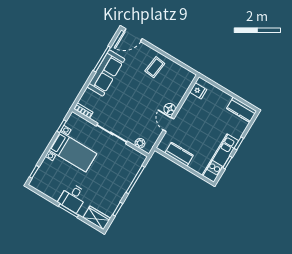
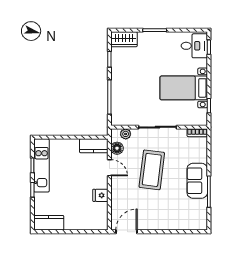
door: (133, 35) -> (127, 232), moved
coffee table: (155, 67) -> (152, 170), moved, width x1.86, depth x1.72
sofa: (106, 73) -> (197, 181), width x0.73
fridge: (198, 91) -> (100, 195), moved
floor lamp: (170, 109) -> (117, 148), moved
kitchen counter: (179, 154) -> (94, 146), moved
desk: (73, 198) -> (194, 46), moved, turned 90

